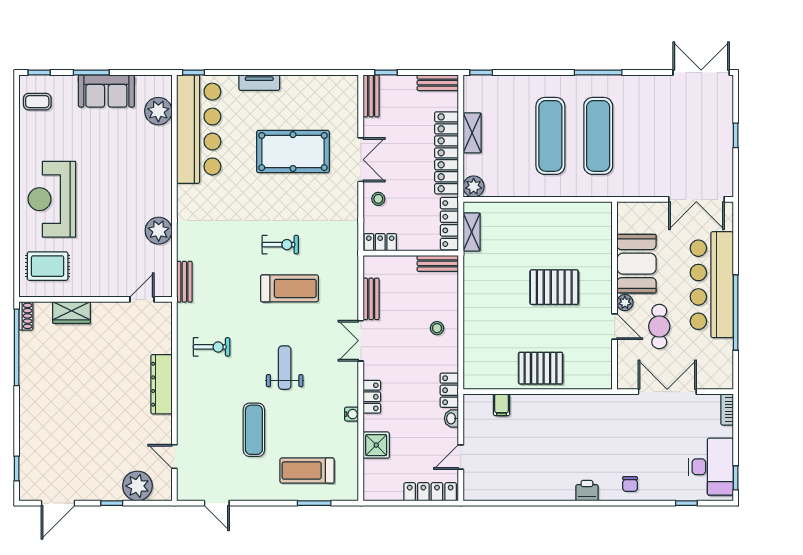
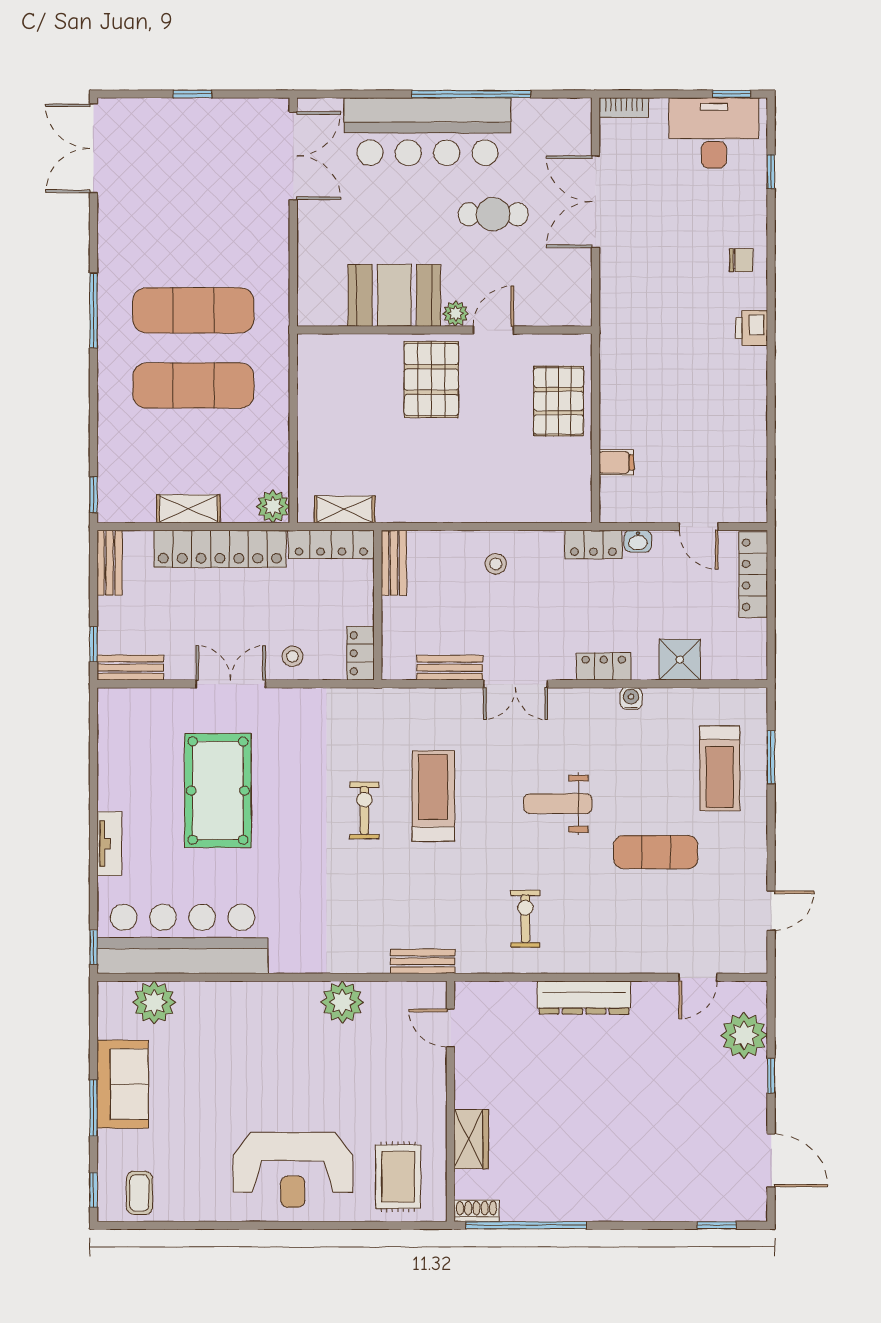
booth: (637, 264) -> (394, 295), moved
wall: (615, 295) -> (444, 330), moved
plant: (625, 303) -> (456, 314), moved
door: (615, 327) -> (493, 330), moved

